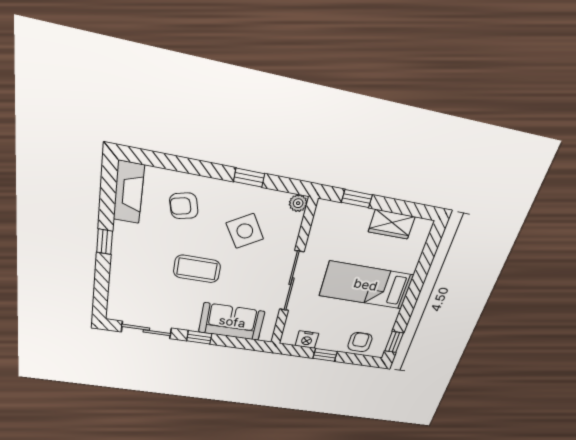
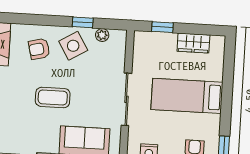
plant: (298, 203) -> (102, 35), moved
side table: (245, 231) -> (73, 46), moved

